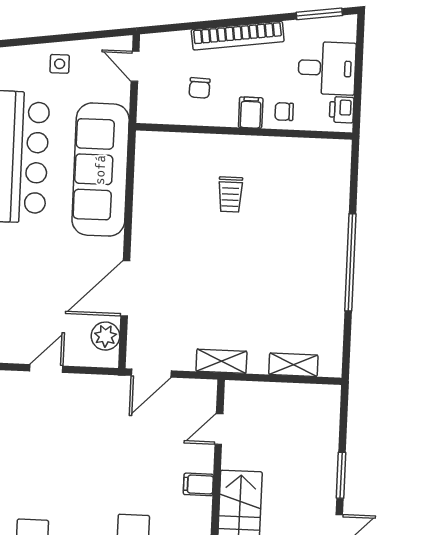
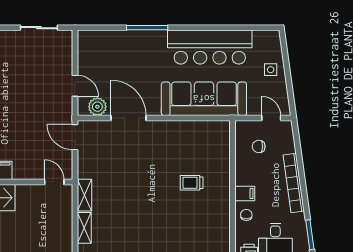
door: (135, 66) -> (271, 118), hinge flipped
chair: (200, 88) -> (259, 146), moved
shelving: (221, 361) -> (85, 195), moved
door: (46, 368) -> (75, 86), moved
door: (219, 429) -> (54, 182), moved

